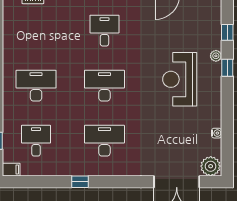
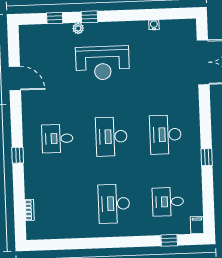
plant: (211, 166) -> (187, 30), removed

